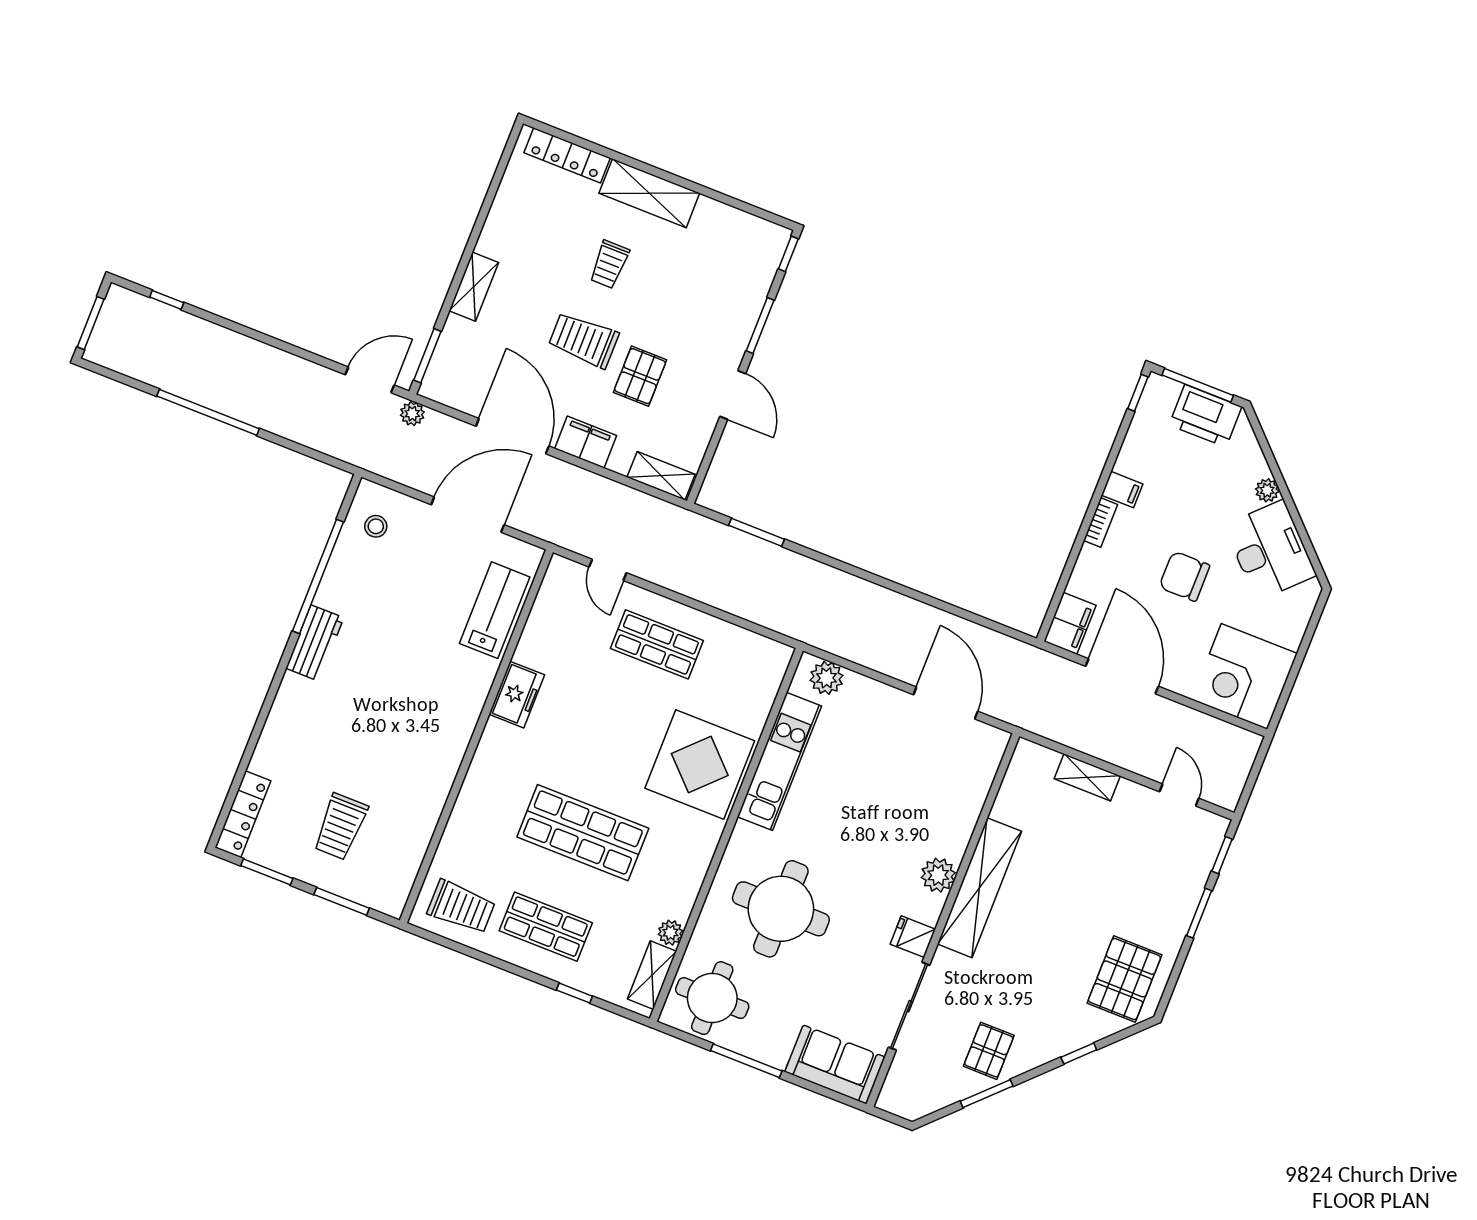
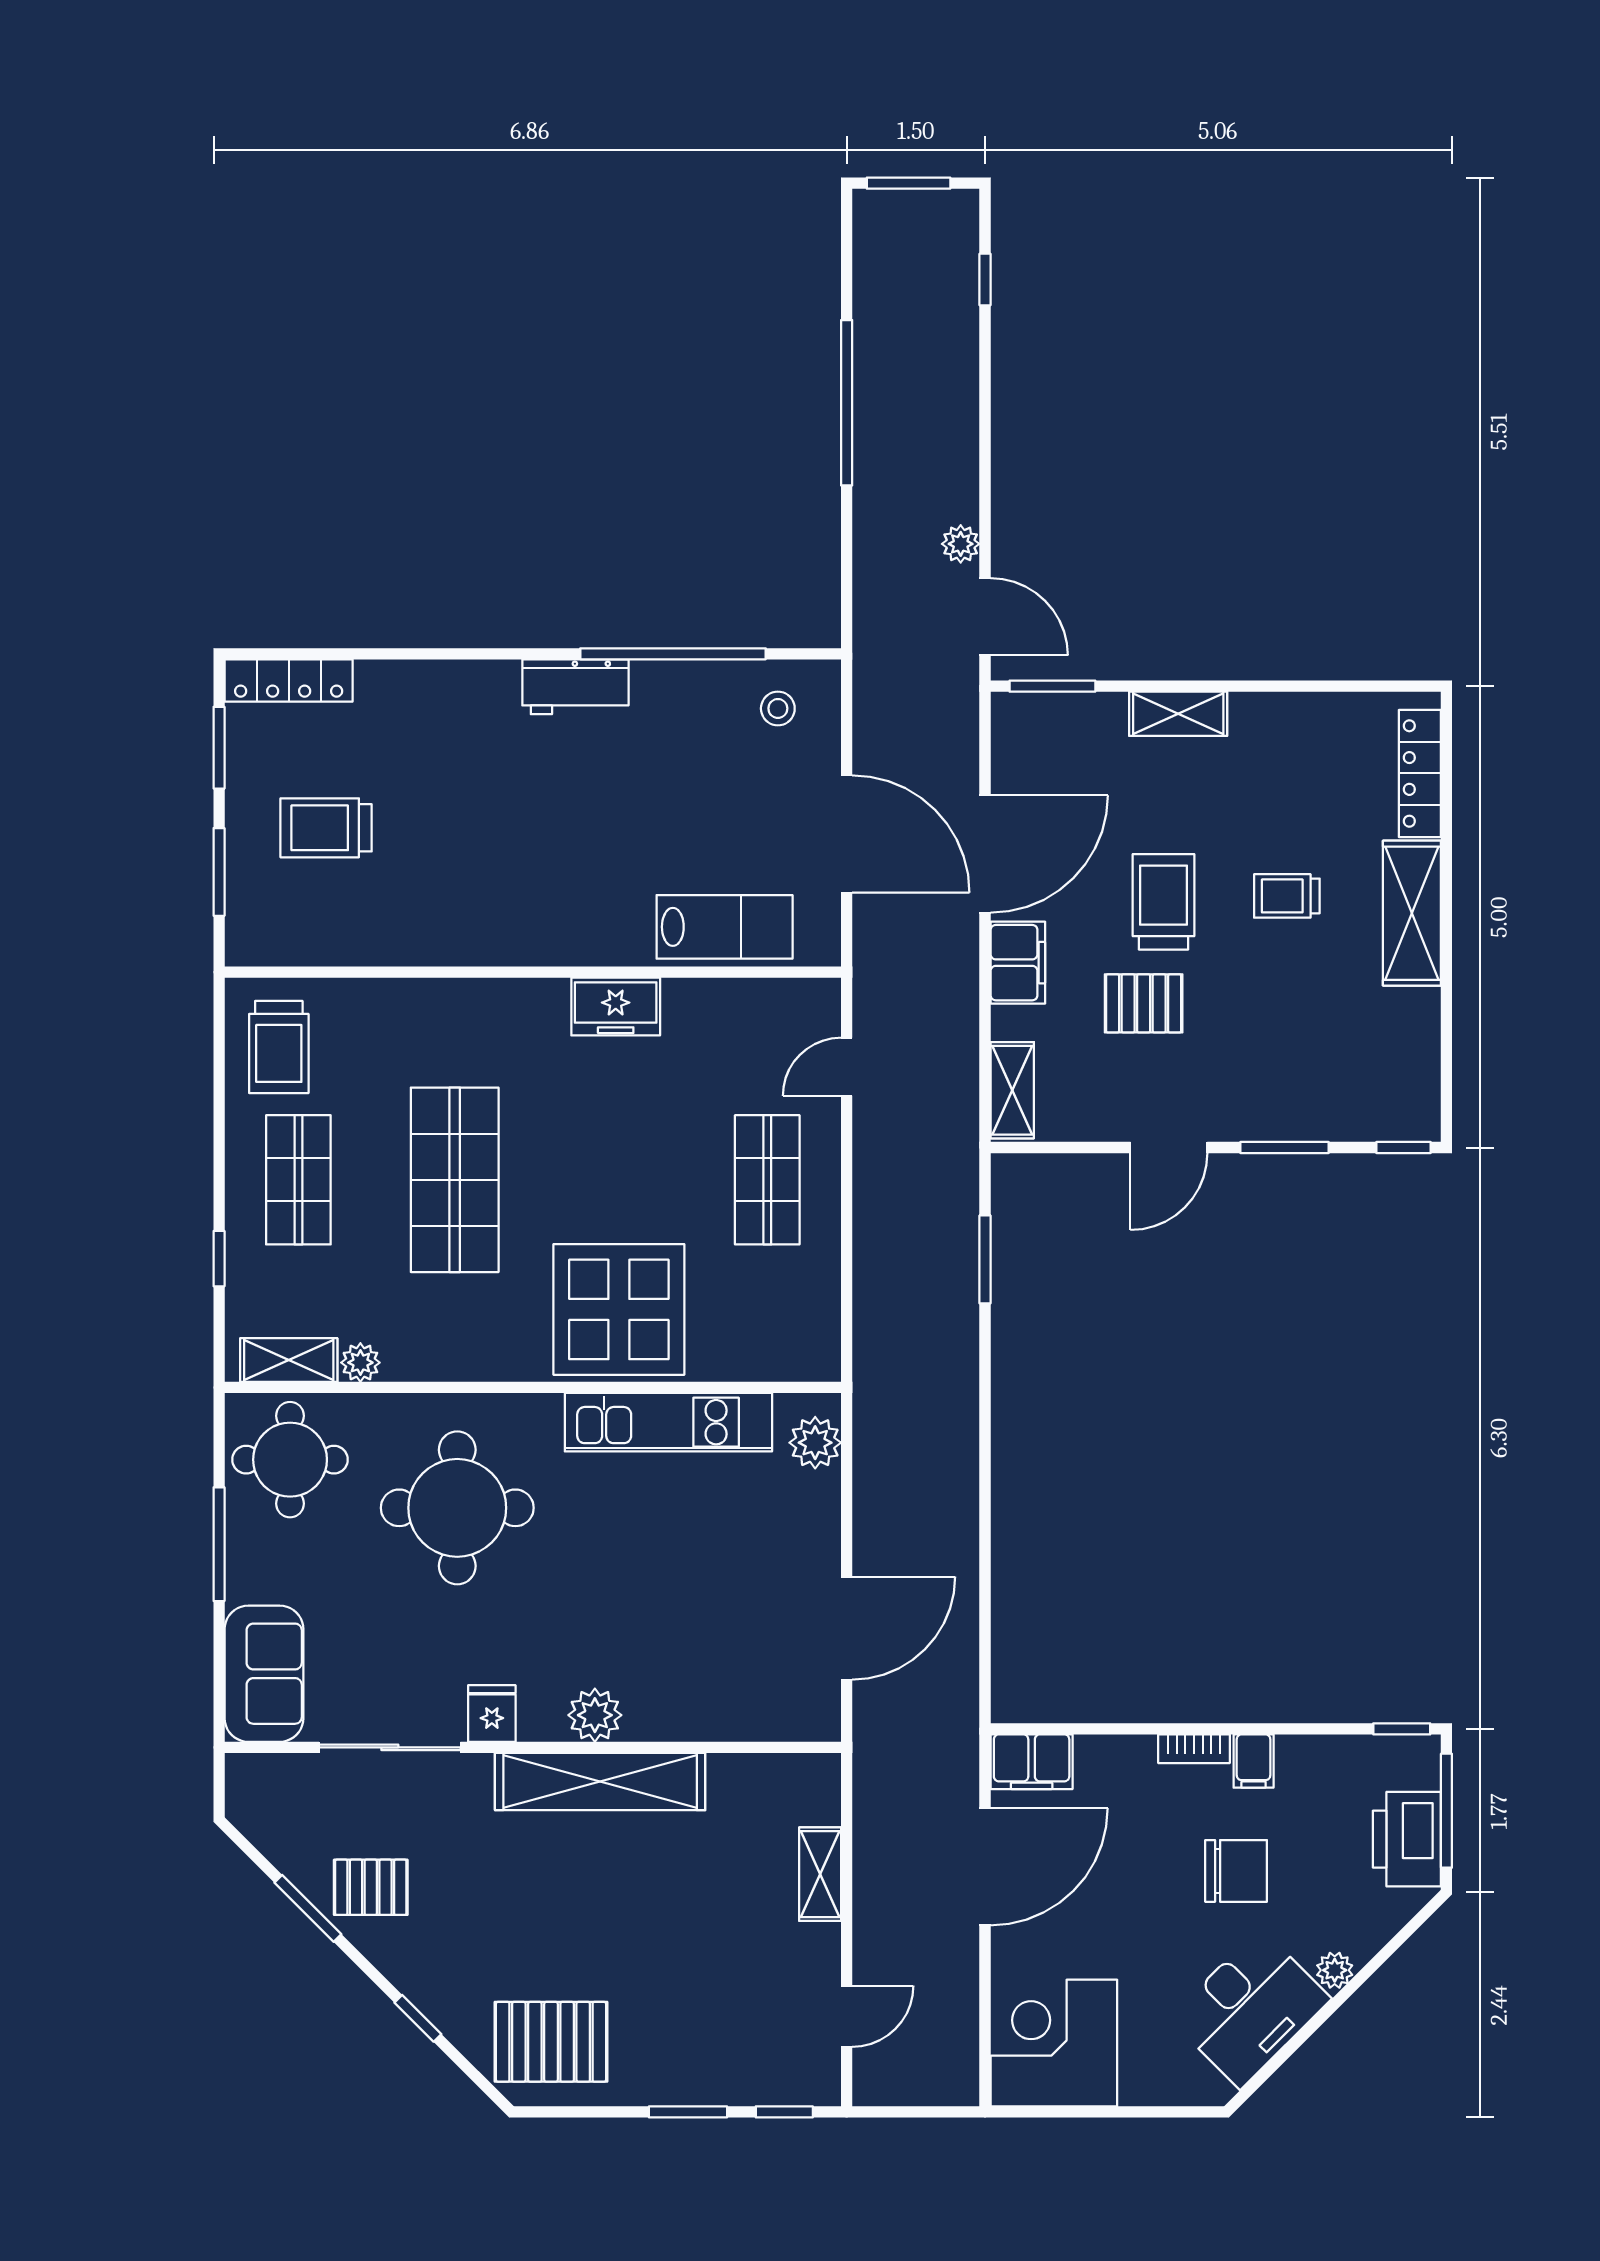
plant: (412, 414) -> (961, 544), moved
chair: (1184, 576) -> (1236, 1871), moved, turned 90

